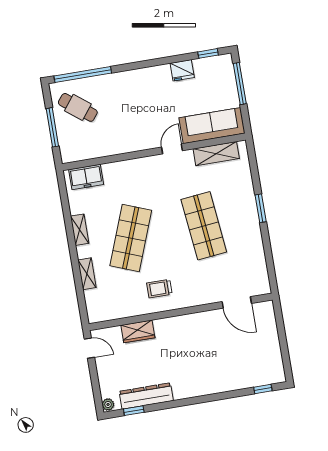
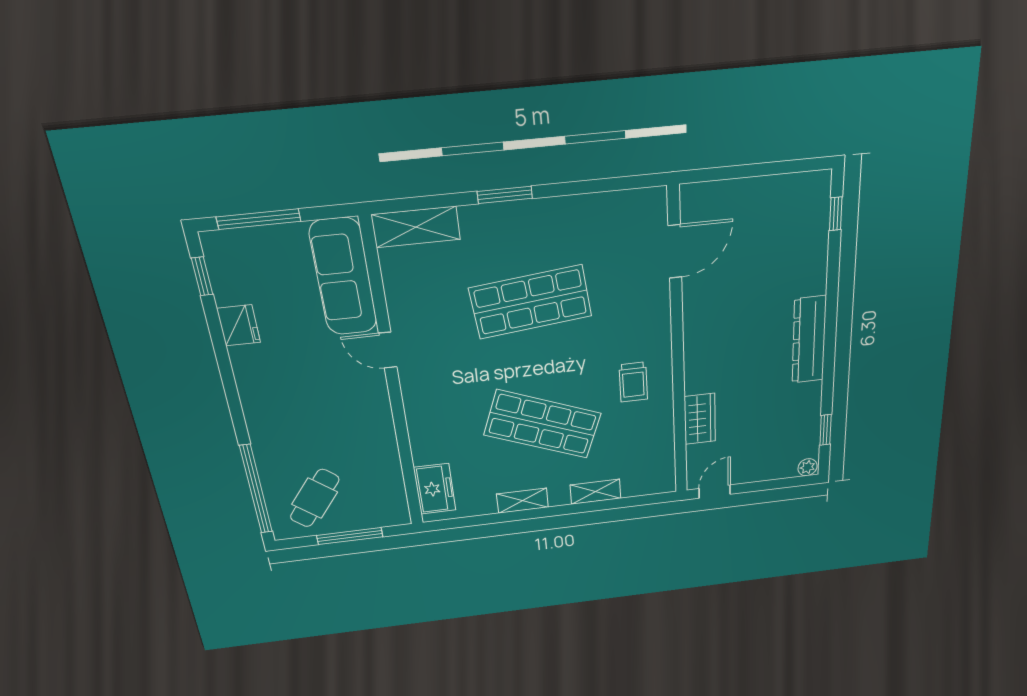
shelving: (216, 154) -> (416, 227), moved, turned 90
dresser: (146, 396) -> (809, 340), moved

